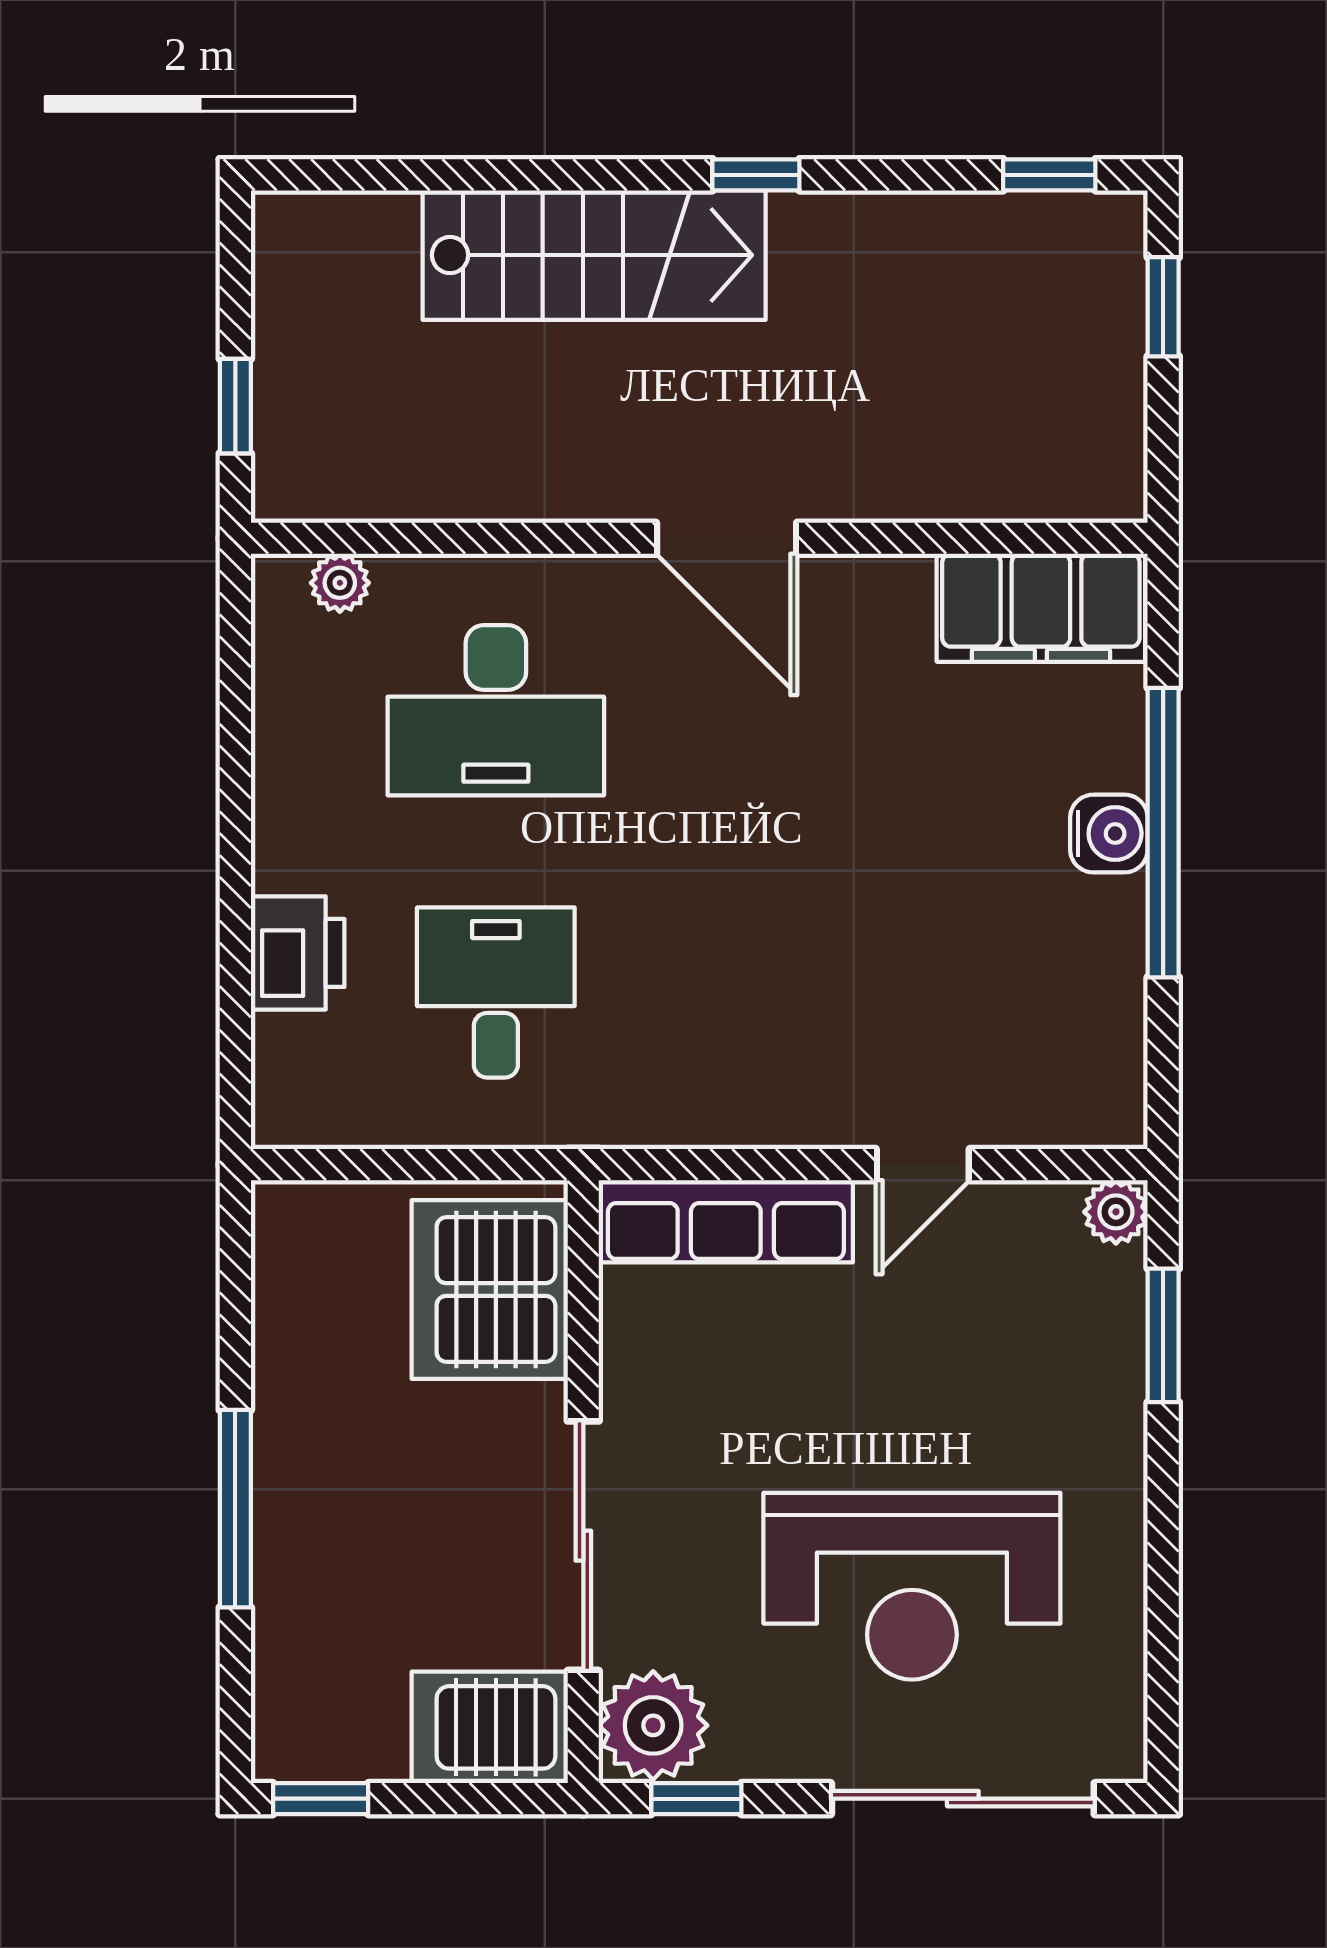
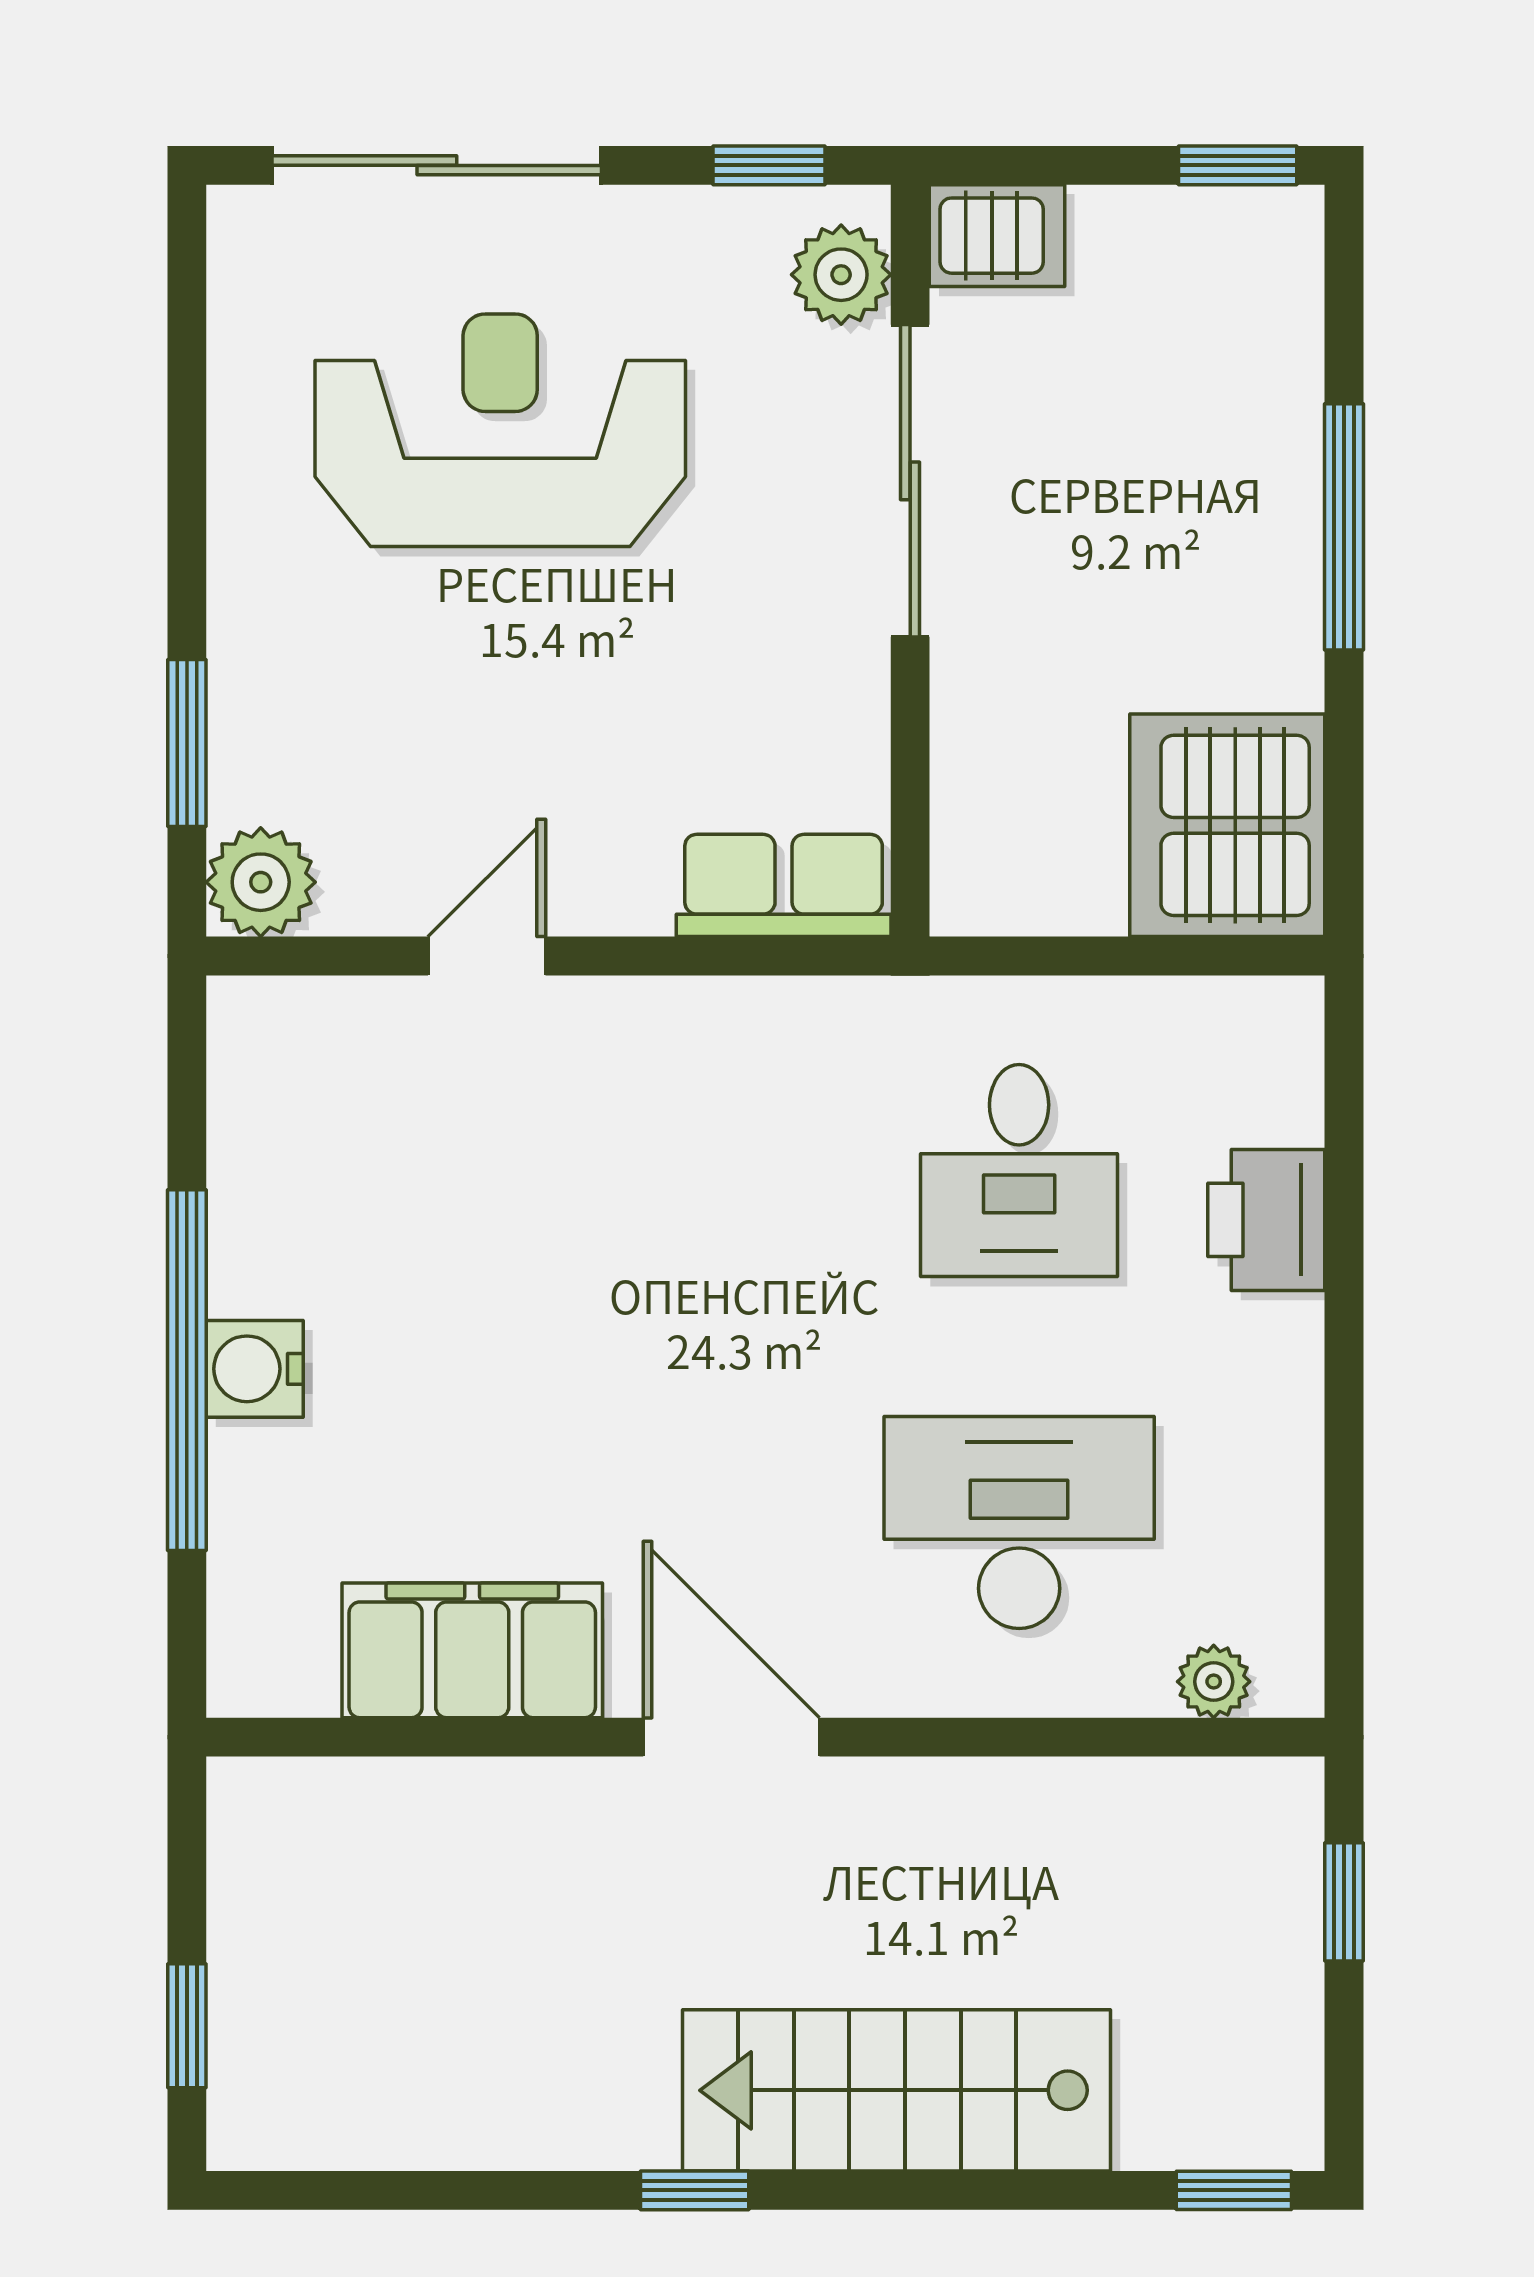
window: (1049, 175) -> (1234, 2190), moved
filing cabinet: (1041, 608) -> (472, 1650), moved
plant: (1116, 1212) -> (261, 882), width x1.38, depth x1.38
row of seats: (726, 1221) -> (784, 885), width x0.68
server rack: (490, 1290) -> (1227, 825), moved, turned 180
plant: (653, 1725) -> (841, 275), width x0.73, depth x0.73
server rack: (490, 1727) -> (997, 236), width x0.73, depth x0.70

